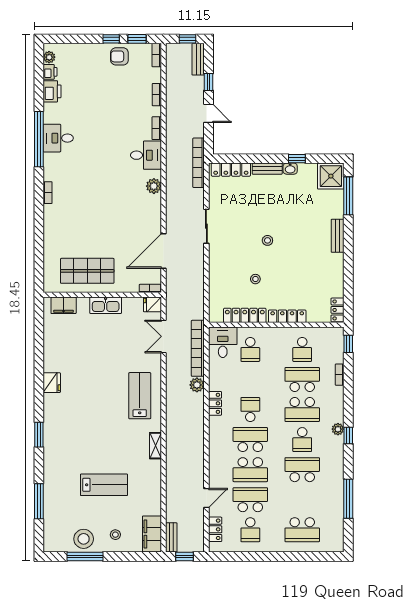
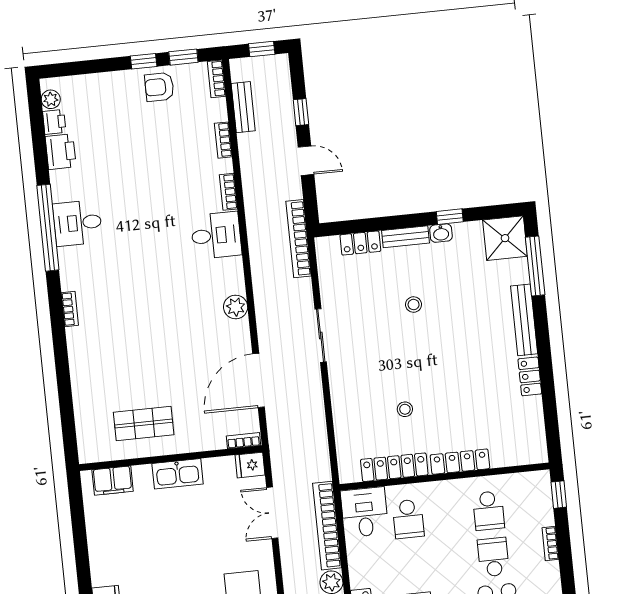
bench: (198, 59) -> (243, 107), moved
locker: (231, 170) -> (360, 243), width x0.66
plant: (154, 186) -> (236, 307), moved
bench: (338, 236) -> (524, 320), width x1.36
stool: (267, 240) -> (414, 305), moved
shop shelf: (87, 271) -> (144, 424), width x0.70, depth x0.74
locker: (338, 310) -> (530, 376), moved
school desk: (302, 379) -> (493, 557), width x0.54

